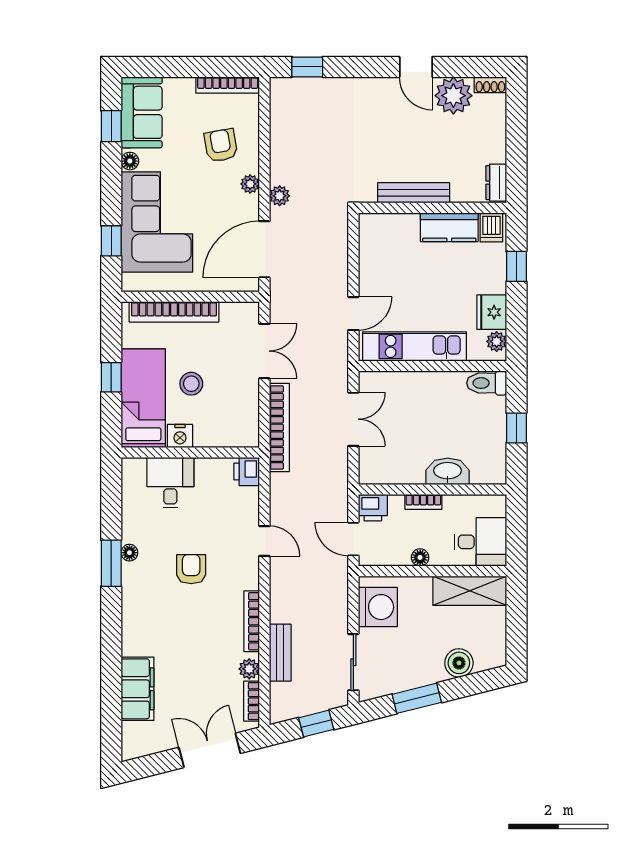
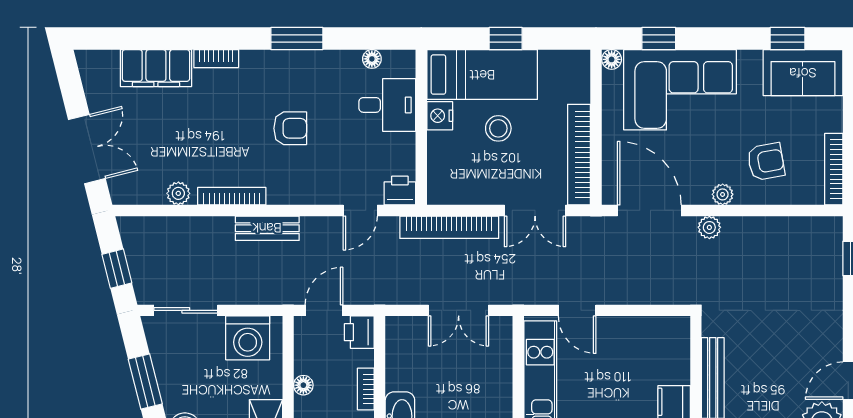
floor lamp: (130, 161) -> (612, 59), moved
bookcase: (174, 312) -> (579, 155), moved
door: (264, 541) -> (360, 210), moved
floor lamp: (129, 553) -> (372, 59), moved
bench: (280, 653) -> (267, 228), moved
bookcase: (251, 701) -> (216, 59), moved, turned 180

